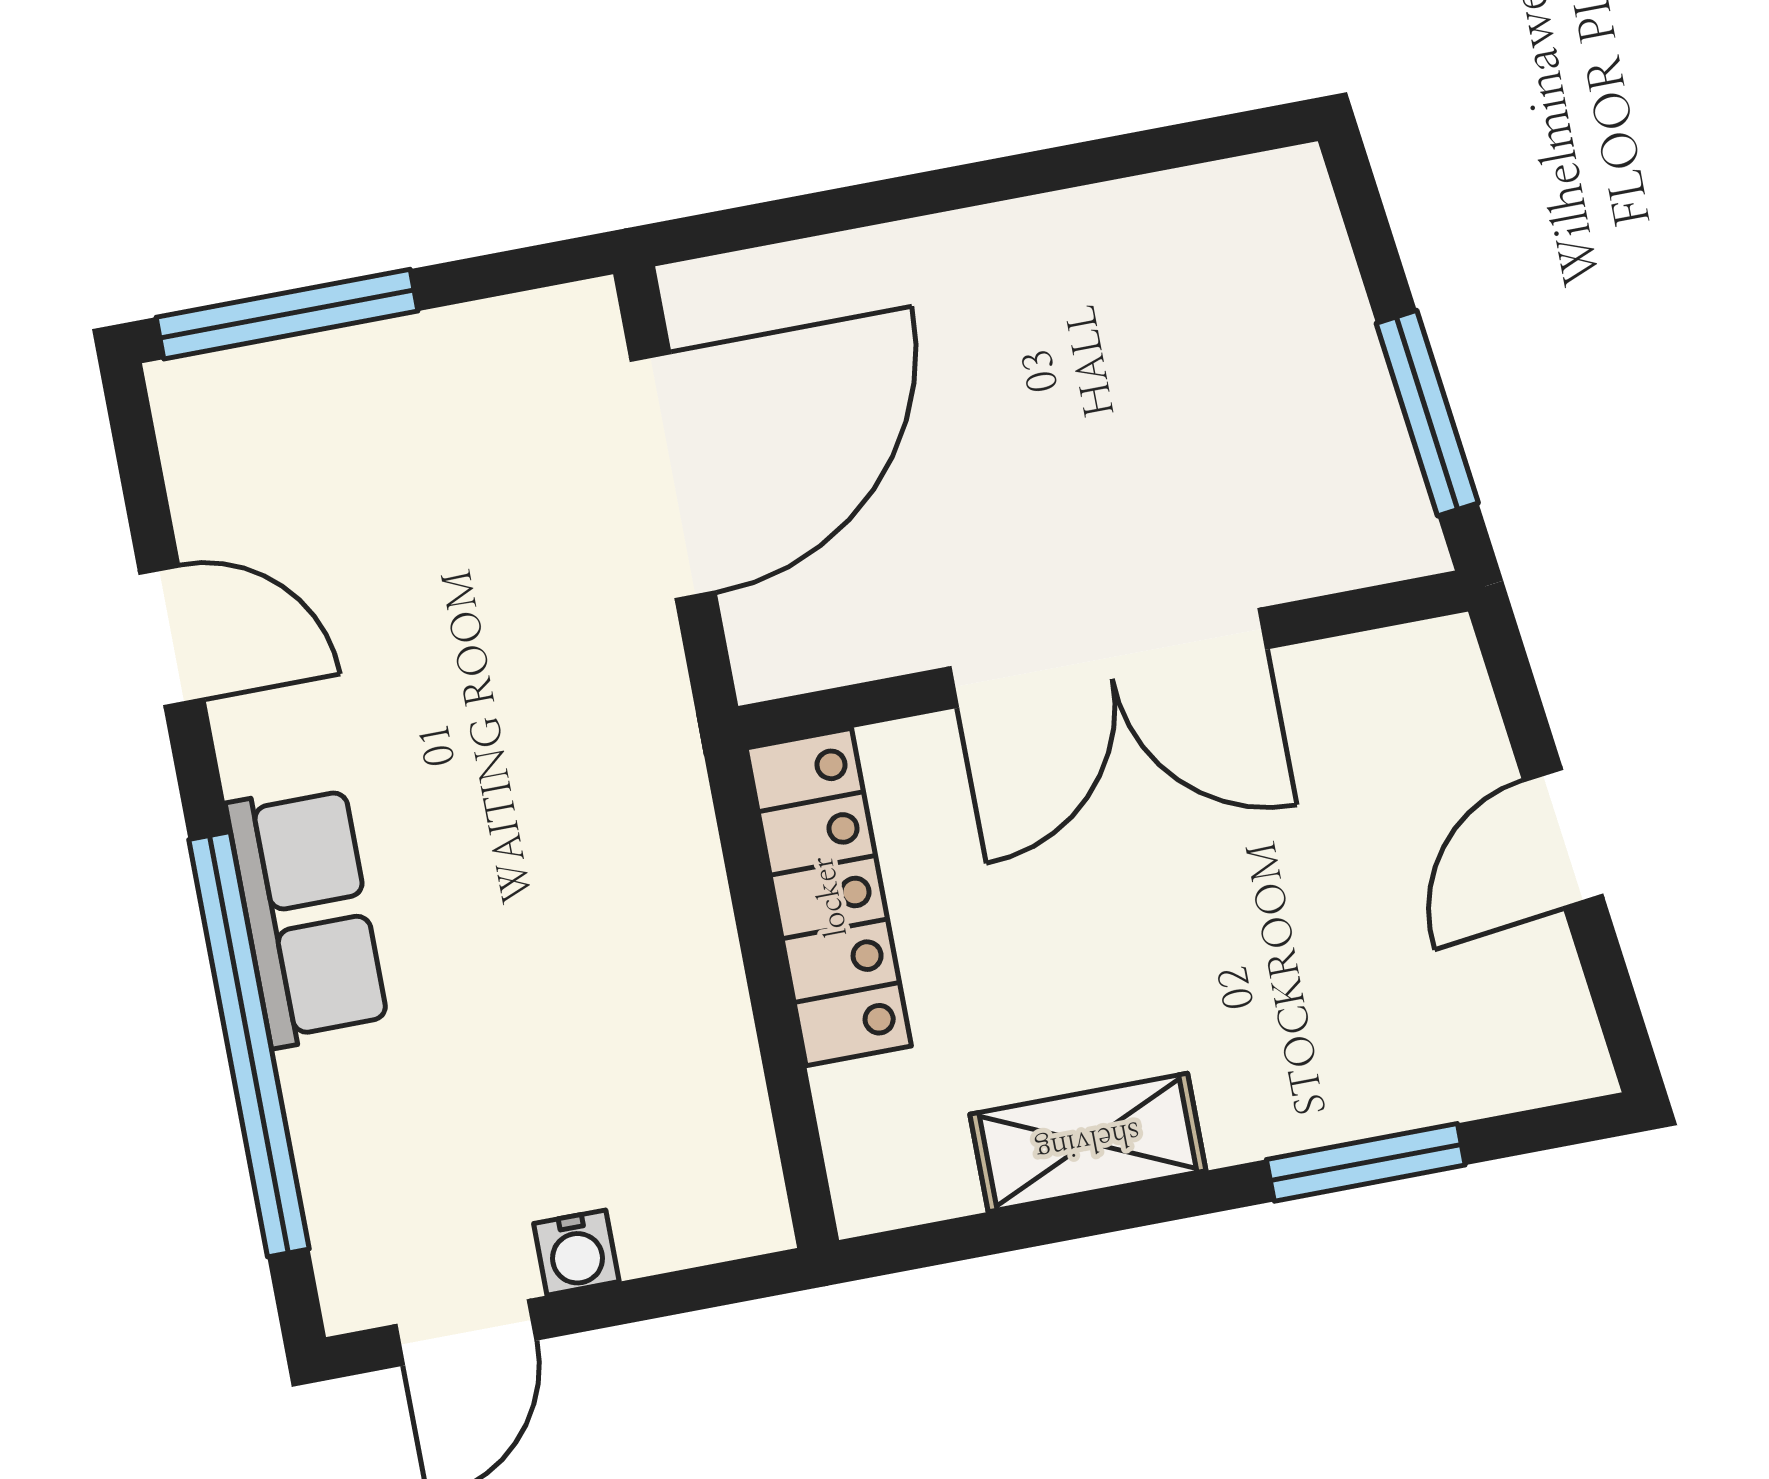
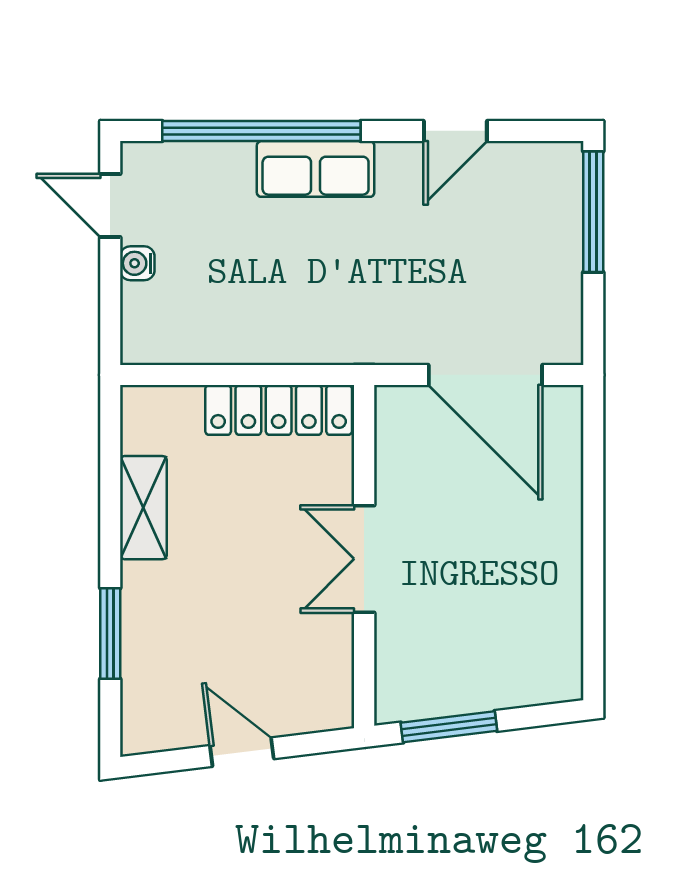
double door: (1108, 658) -> (364, 559), width x0.73

